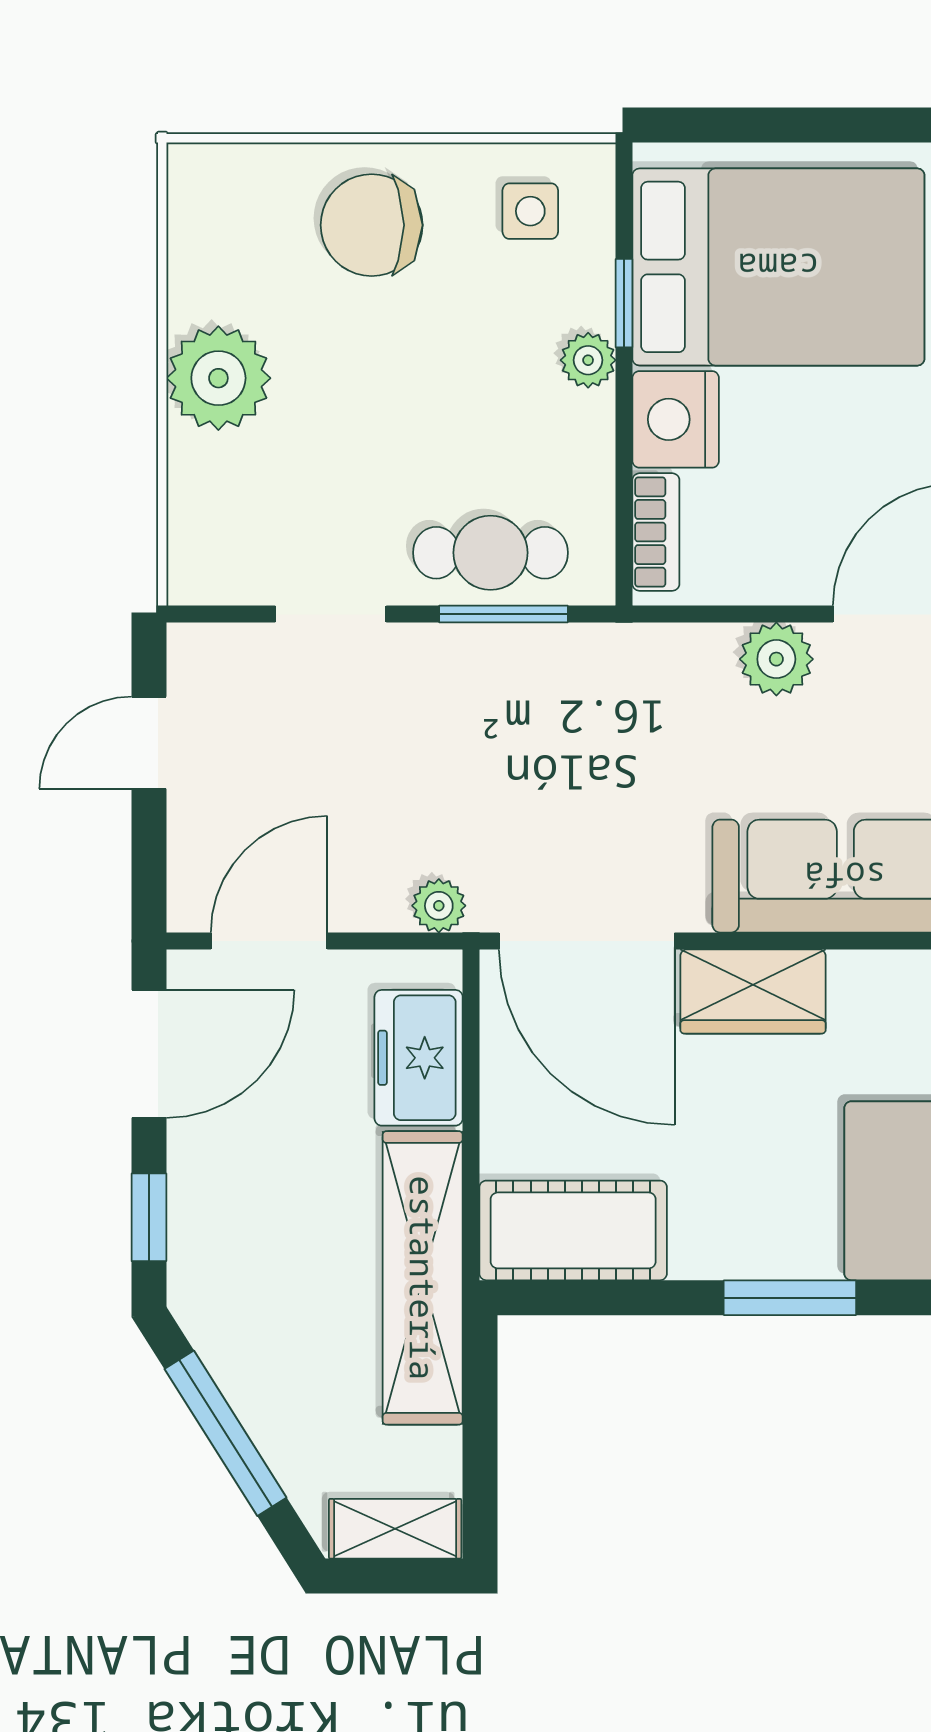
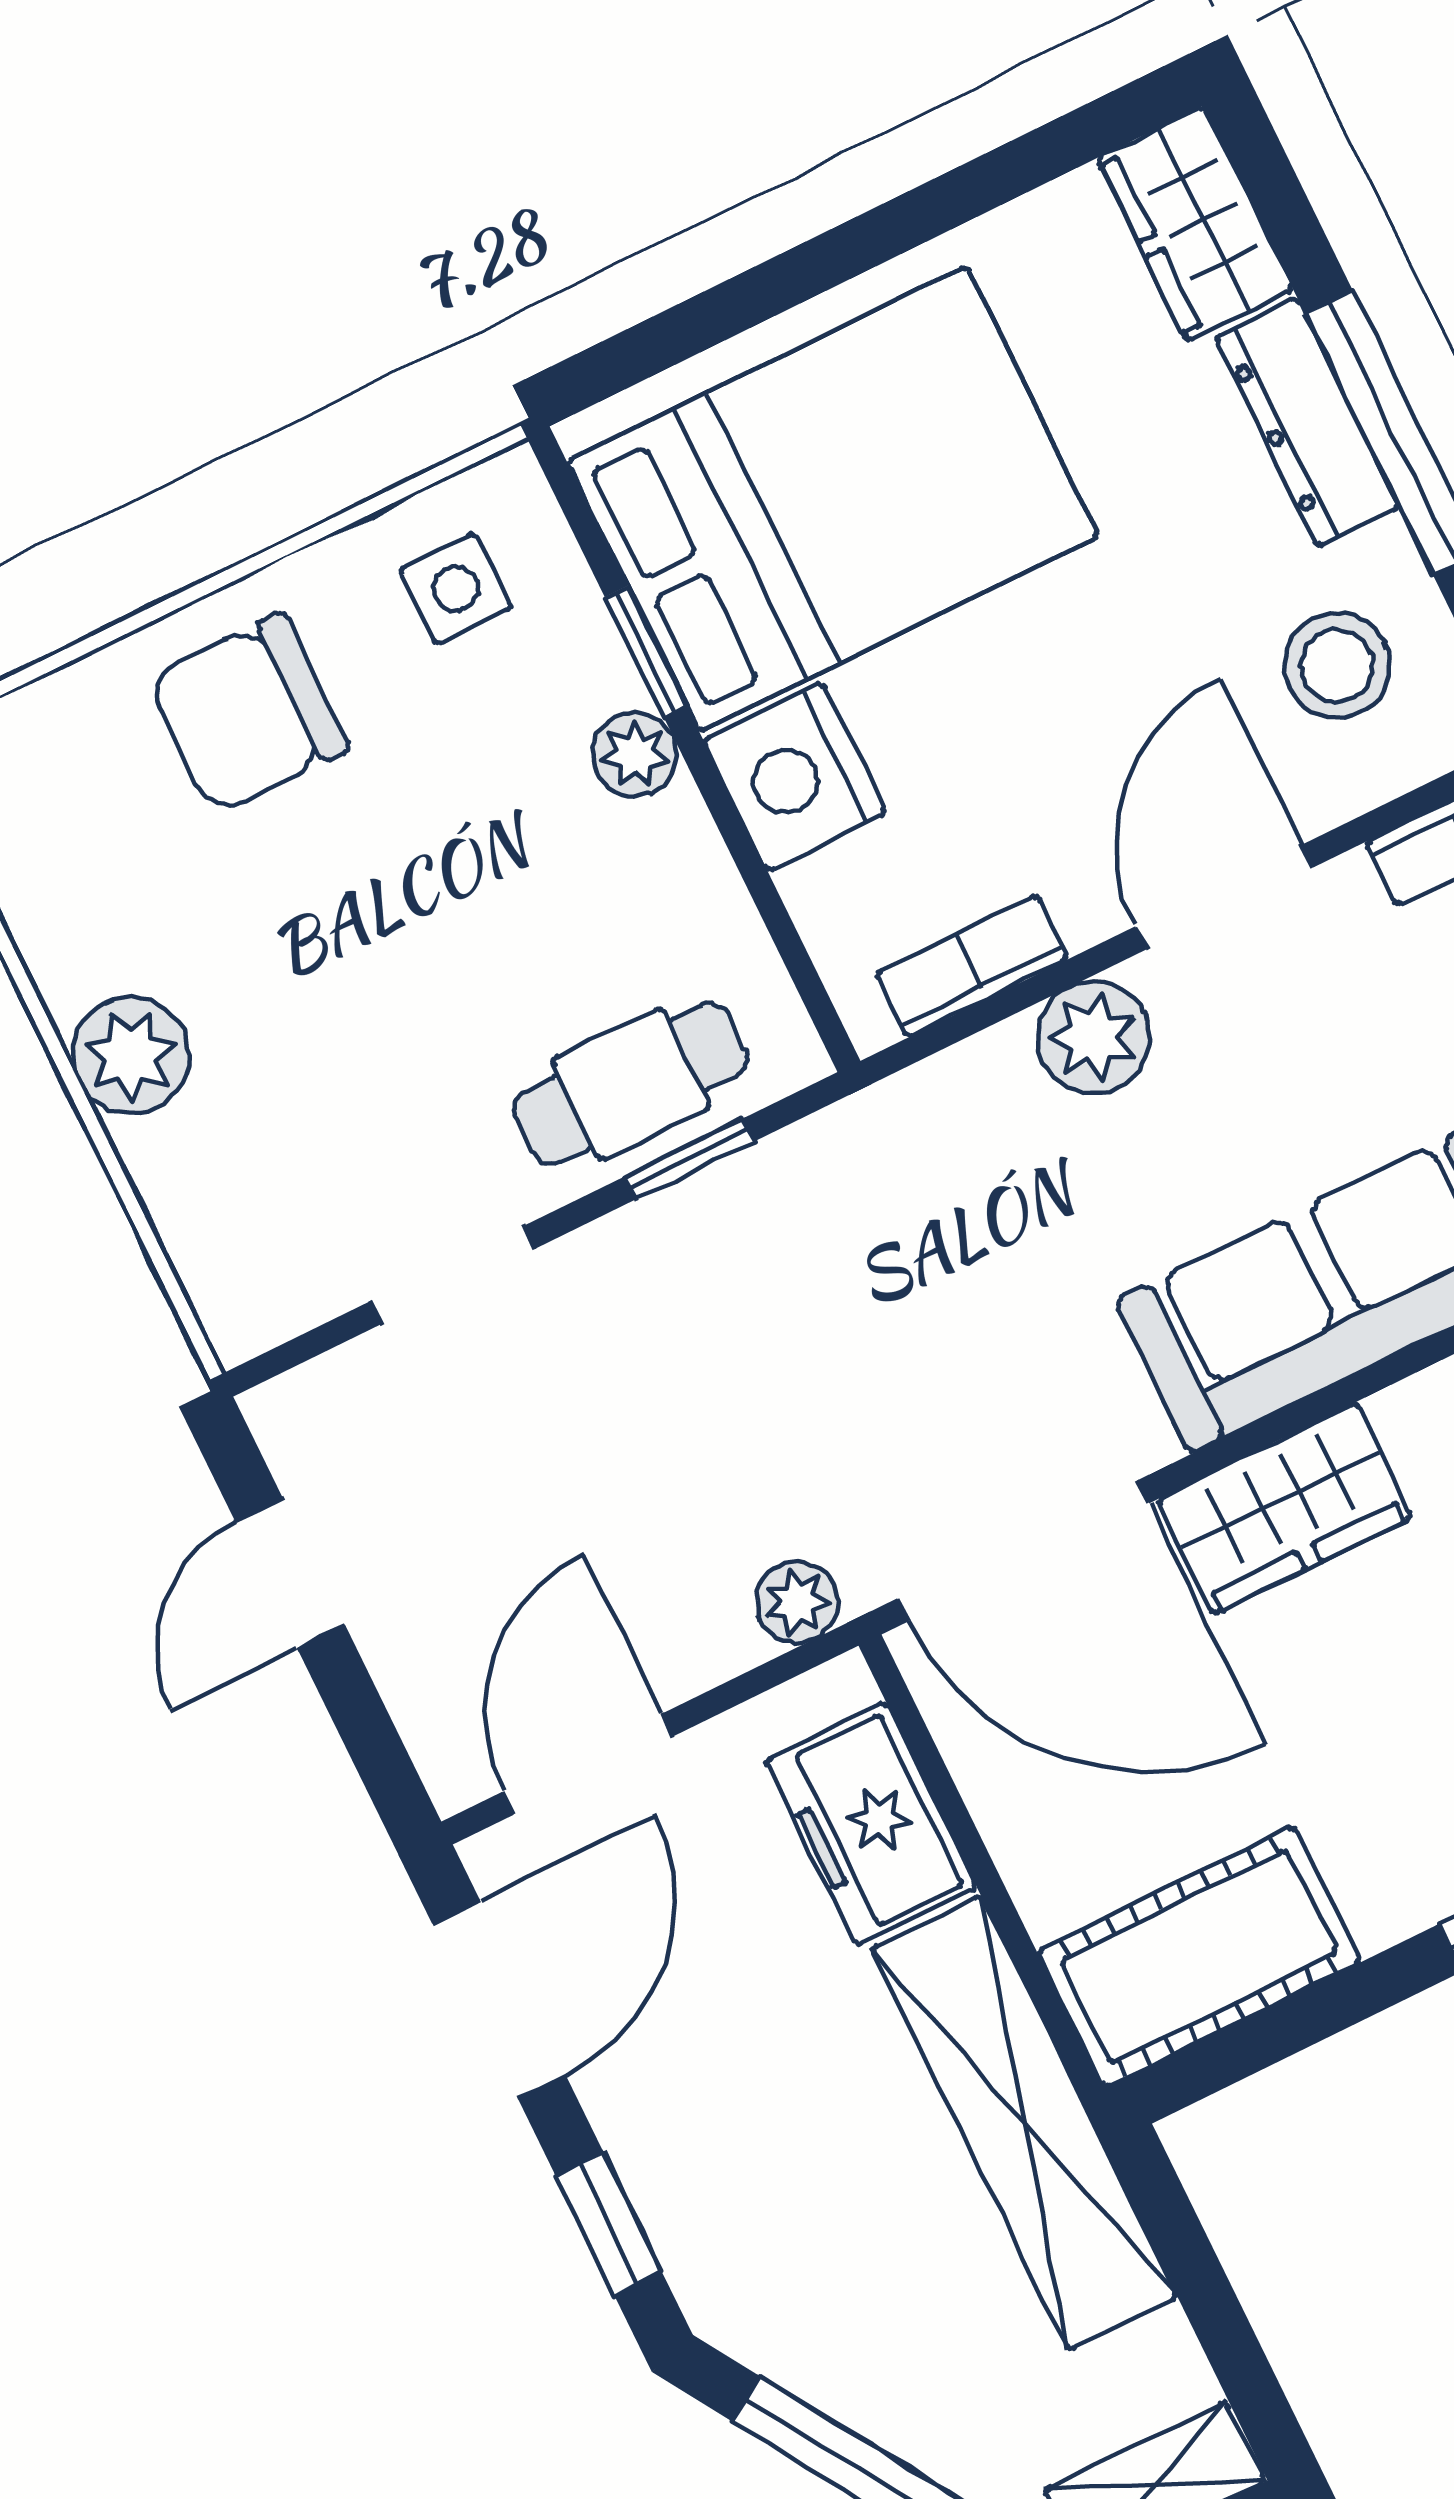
plant: (218, 378) -> (131, 1055), width x0.73, depth x0.73
bookcase: (656, 532) -> (972, 966), moved, turned -90
window: (503, 614) -> (689, 1159), width x0.67

